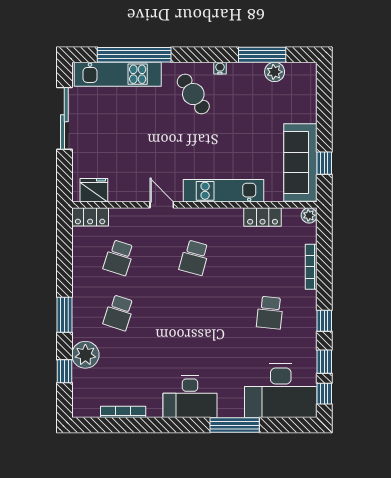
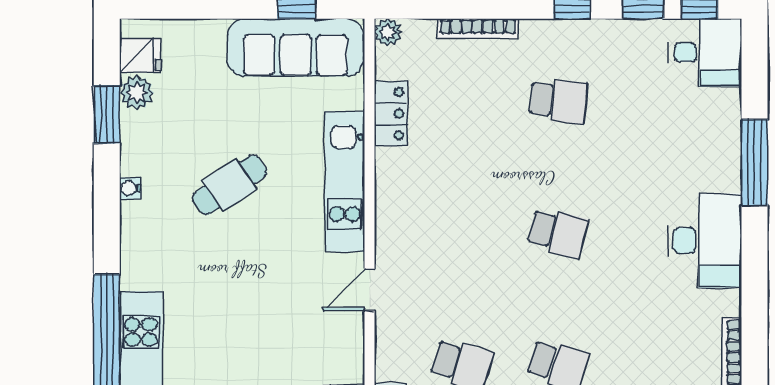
window: (262, 55) -> (107, 114), width x0.69
fridge: (296, 74) -> (140, 56), added
cafe table: (193, 94) -> (230, 185), moved
school desk: (194, 258) -> (558, 233), moved
desk: (281, 391) -> (705, 52), width x0.53, depth x0.77

